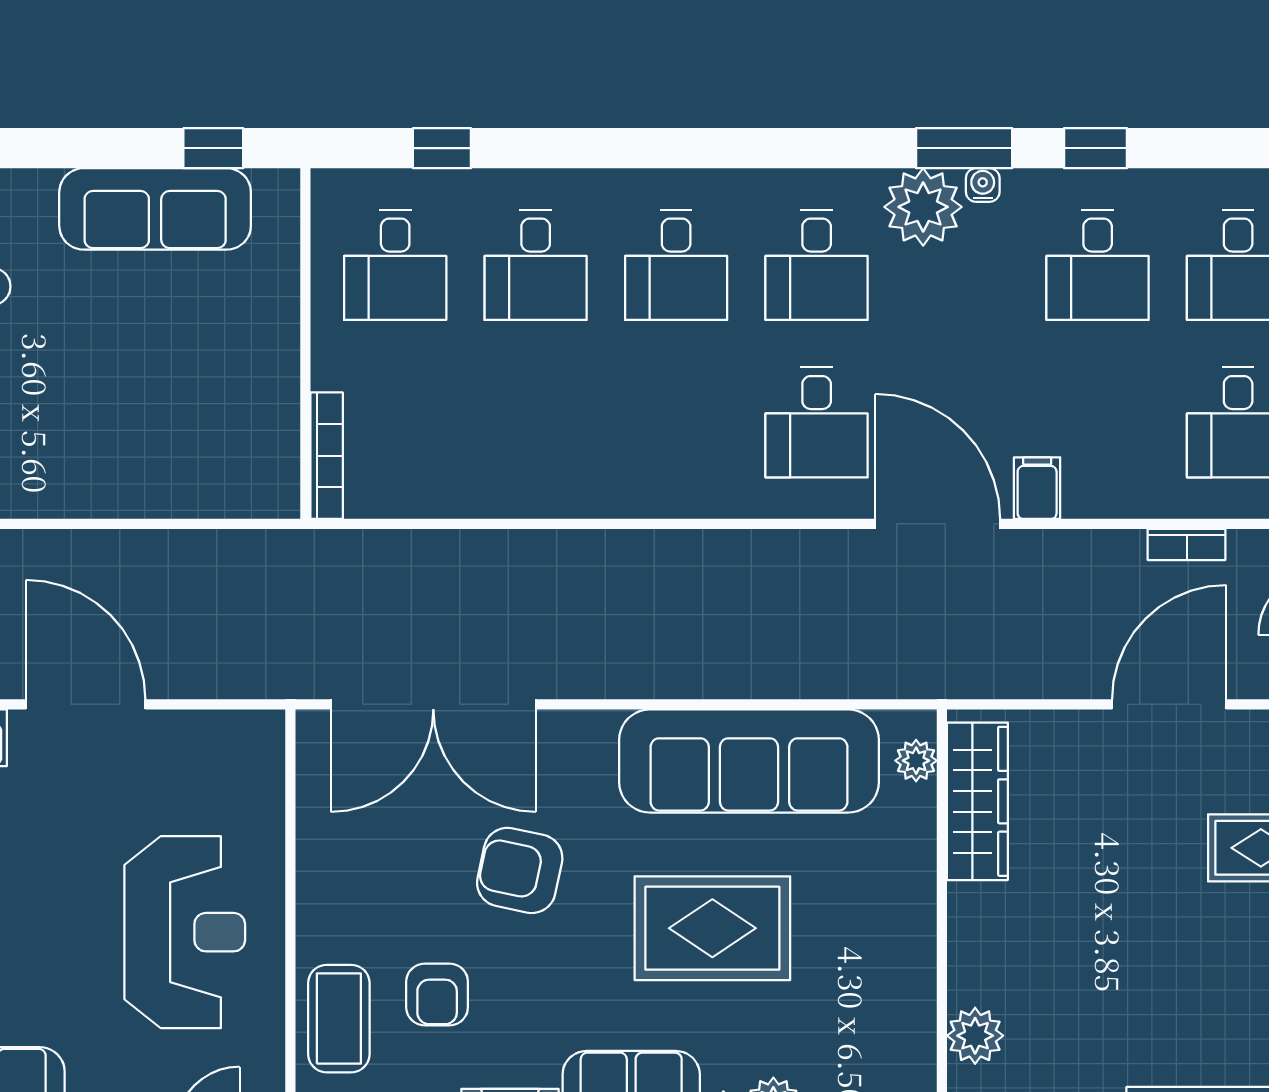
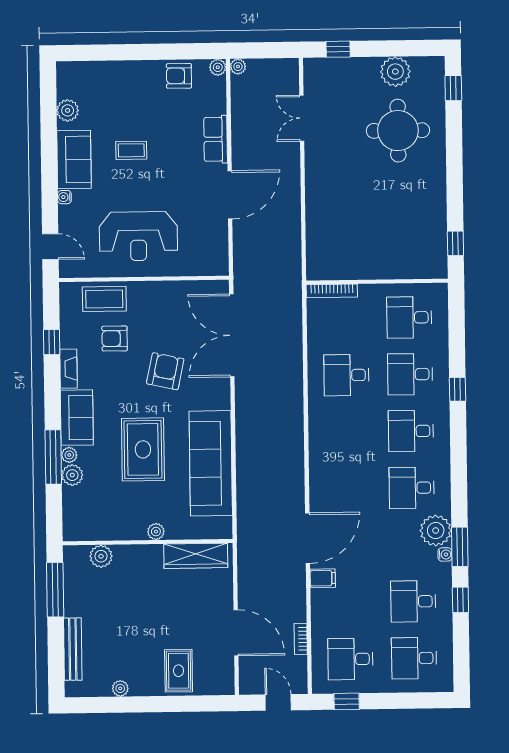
window: (442, 148) -> (457, 389), moved
sofa: (155, 209) -> (431, 220), removed
desk: (817, 422) -> (346, 375), moved
plant: (916, 761) -> (156, 532), moved

